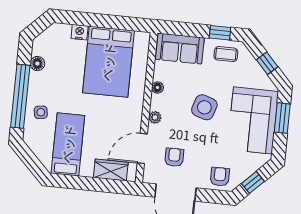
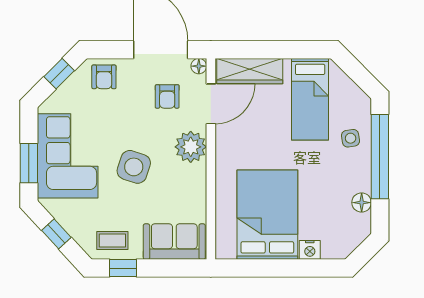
floor lamp: (157, 88) -> (199, 66), moved
plant: (155, 117) -> (191, 147), width x1.88, depth x1.88
wardrobe: (111, 170) -> (250, 71), width x1.50

